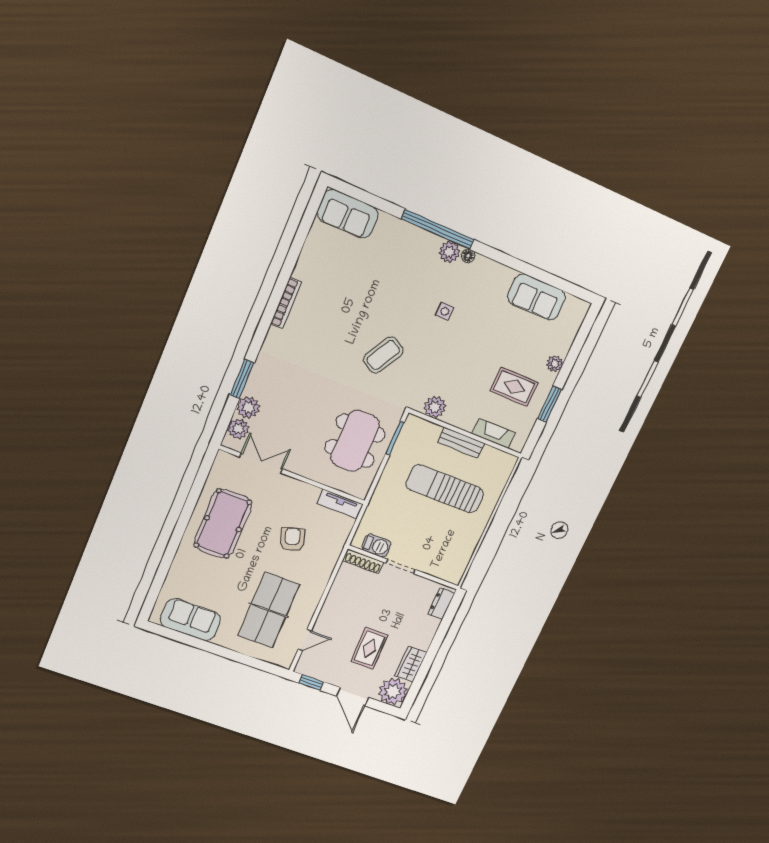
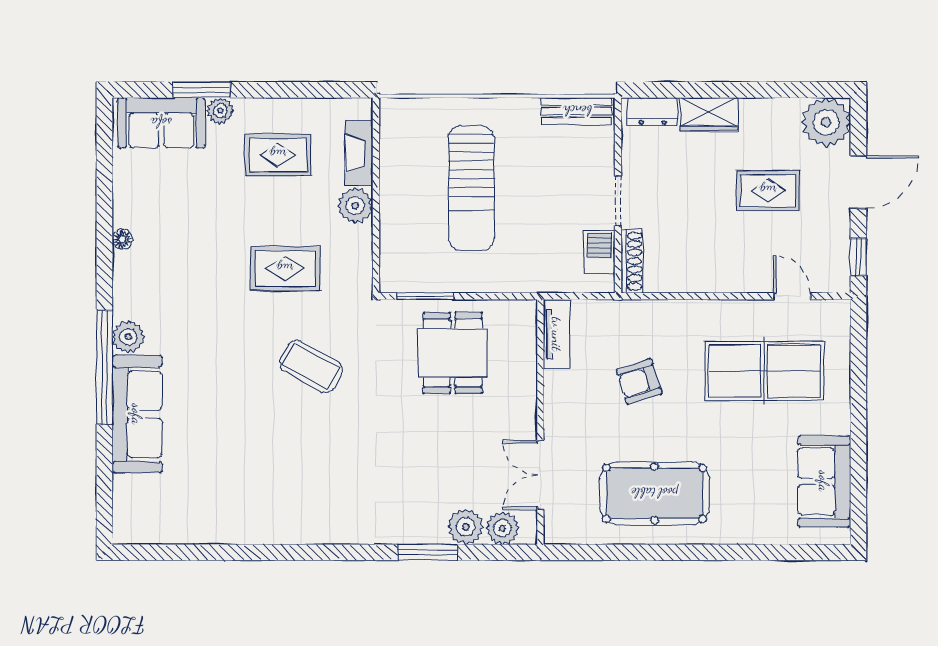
sofa: (348, 214) -> (137, 414), moved, width x1.36
floor lamp: (468, 256) -> (122, 239), moved
sofa: (537, 297) -> (161, 123), moved, turned 90
bookcase: (286, 303) -> (295, 535), removed
side table: (445, 311) -> (213, 306), removed
rug: (447, 364) -> (285, 269), added
rug: (514, 387) -> (278, 155), turned 90
window: (549, 404) -> (201, 90), moved
plant: (435, 407) -> (355, 206), moved
dining table: (355, 441) -> (453, 353), width x0.73
bench: (461, 443) -> (577, 111), moved, turned 90
wardrobe: (411, 664) -> (709, 114), moved

